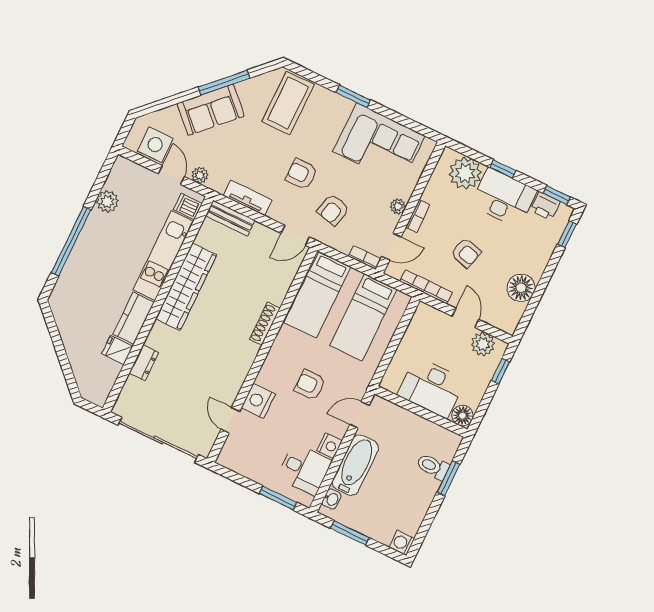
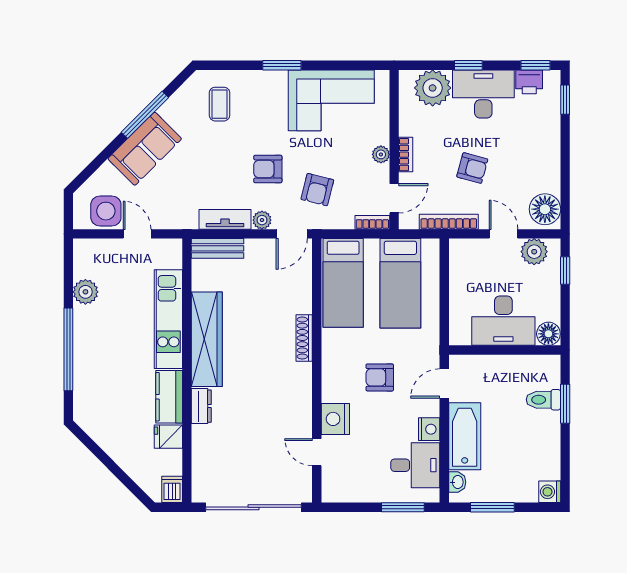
coffee table: (288, 103) -> (220, 104), width x0.54, depth x0.58
plant: (200, 175) -> (262, 220), moved
dishwasher: (188, 207) -> (172, 489), moved, turned 90
floor lamp: (521, 288) -> (545, 209), moved
dresser: (144, 363) -> (201, 406), moved

